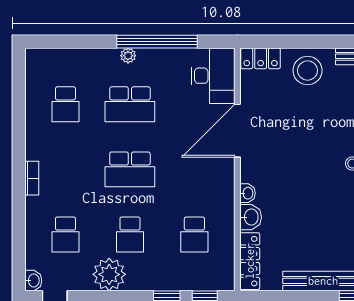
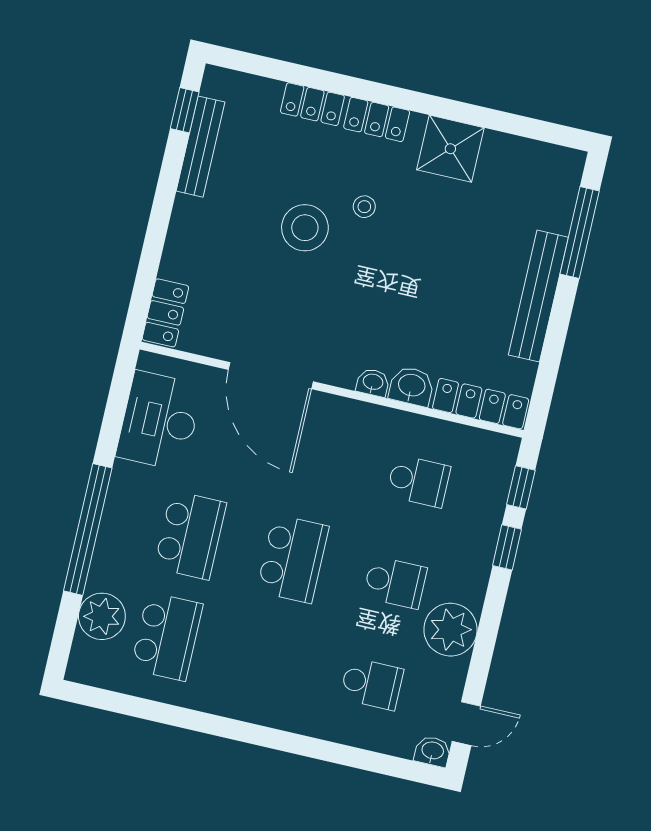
window: (157, 42) -> (88, 529), moved
plant: (128, 56) -> (102, 616), moved, width x1.87, depth x1.87
stool: (308, 71) -> (305, 228), moved
desk: (213, 76) -> (159, 421), moved, turned -90
school desk: (65, 104) -> (167, 637), width x1.85
bookcase: (32, 178) -> (271, 716), removed

